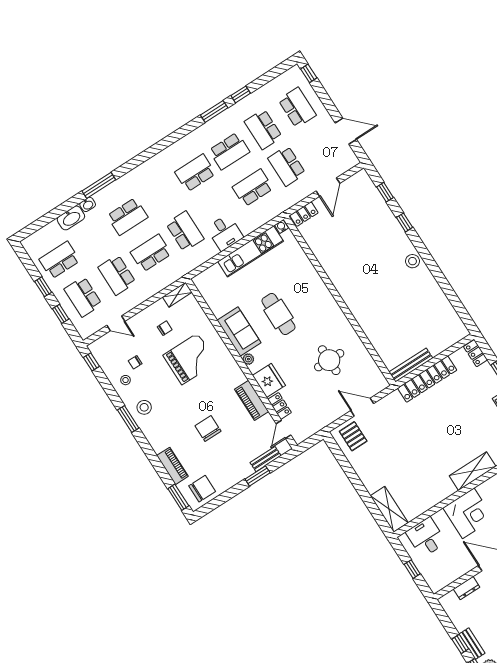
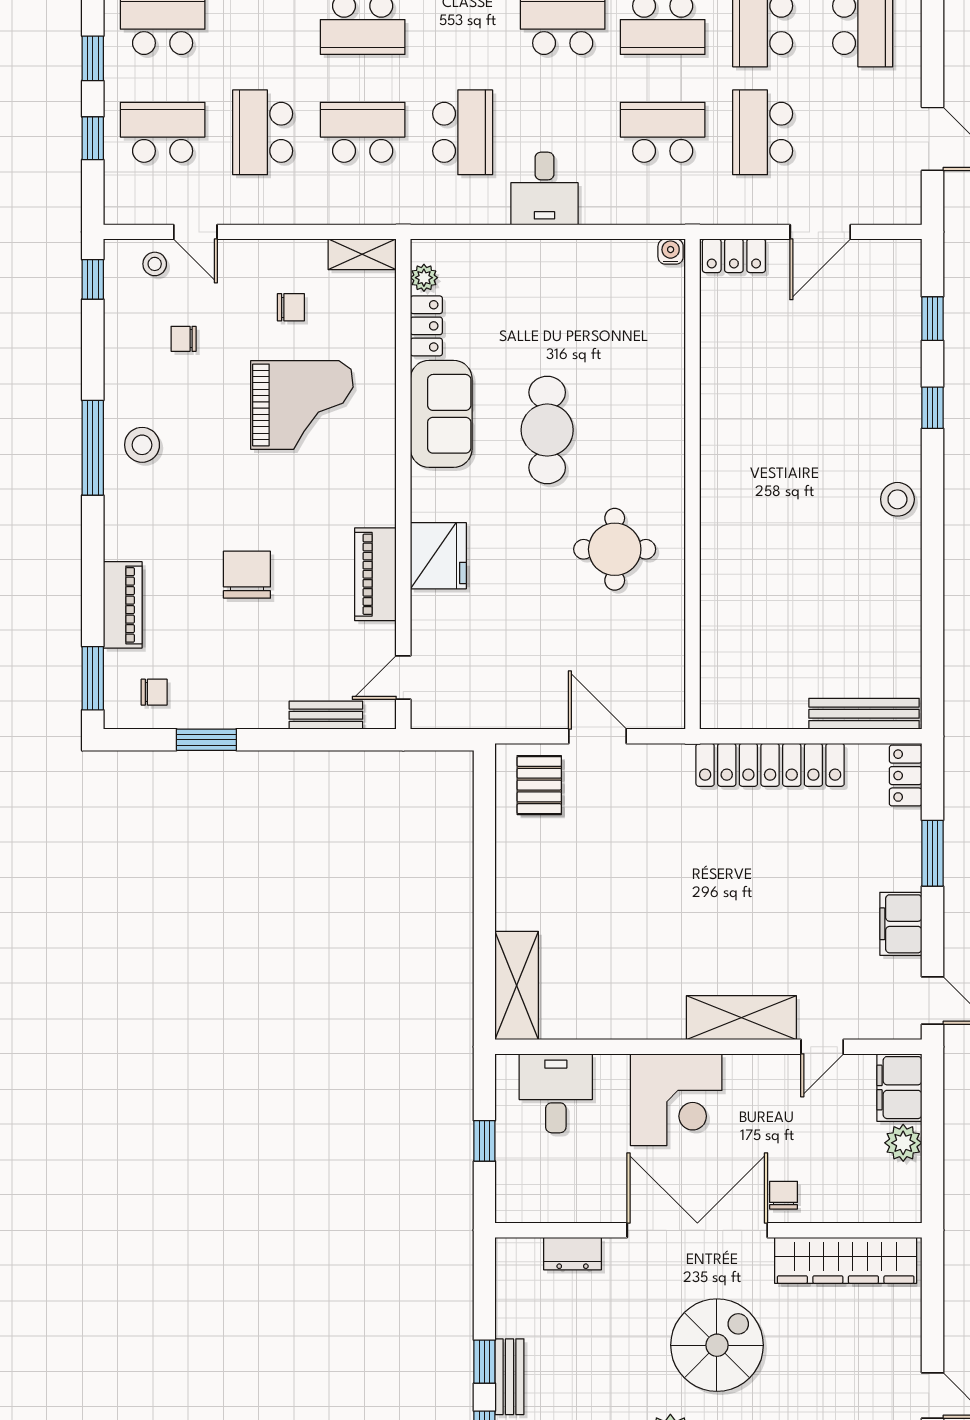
kitchen unit: (251, 251) -> (573, 262), removed
school desk: (83, 297) -> (163, 132), turned 90
plant: (248, 359) -> (424, 278), moved
round table: (329, 360) -> (615, 549), moved
bench: (411, 365) -> (864, 714), moved
stool: (125, 380) -> (155, 264), moved
locker: (280, 406) -> (426, 326), moved
window: (128, 419) -> (93, 448), width x1.44
window: (258, 476) -> (206, 740), moved
chair: (202, 489) -> (154, 692), width x0.54, depth x0.54

